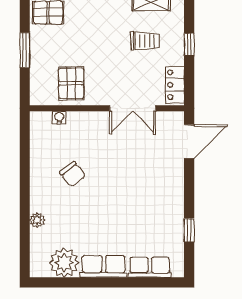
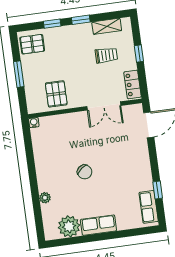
water cooler: (59, 118) -> (34, 123), moved
chair: (73, 174) -> (85, 172), moved
row of seats: (150, 267) -> (149, 207), moved, turned -90

